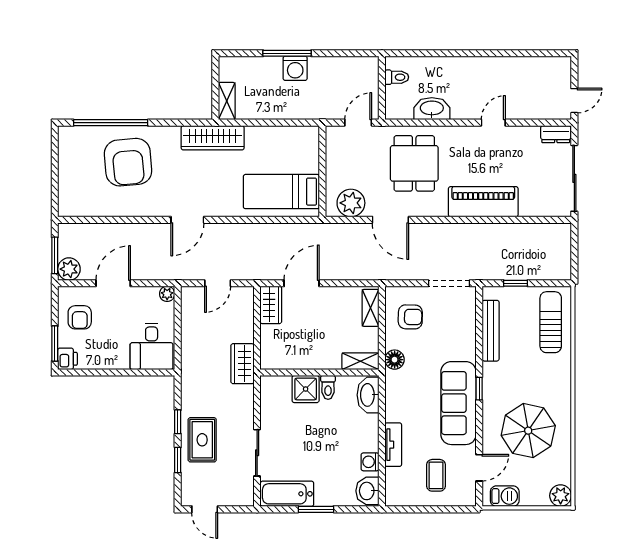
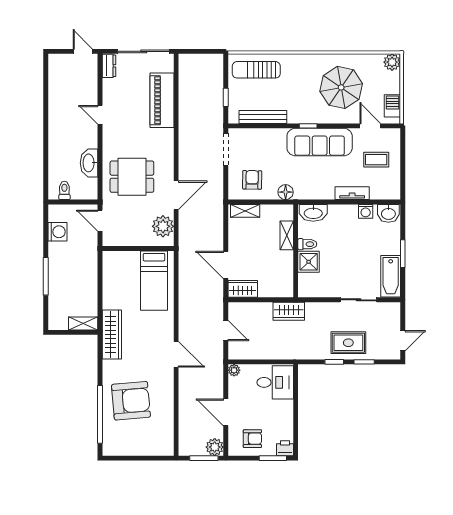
washing machine: (295, 68) -> (57, 232), moved
piano: (483, 202) -> (162, 100), moved
shelving: (360, 361) -> (287, 235), moved

